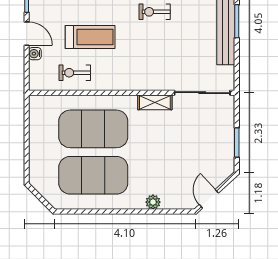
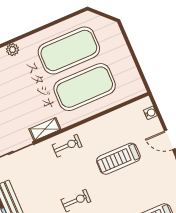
water cooler: (35, 54) -> (150, 113), moved
exercise bike: (75, 73) -> (67, 146), moved

